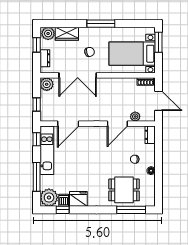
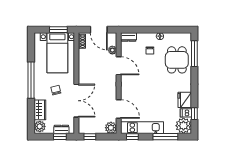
window: (101, 24) -> (31, 80), width x1.46
window: (159, 42) -> (58, 30), moved
window: (37, 45) -> (60, 137), moved
plant: (47, 84) -> (111, 128), moved
door: (159, 101) -> (99, 30), swing flipped
window: (37, 105) -> (90, 137), moved

